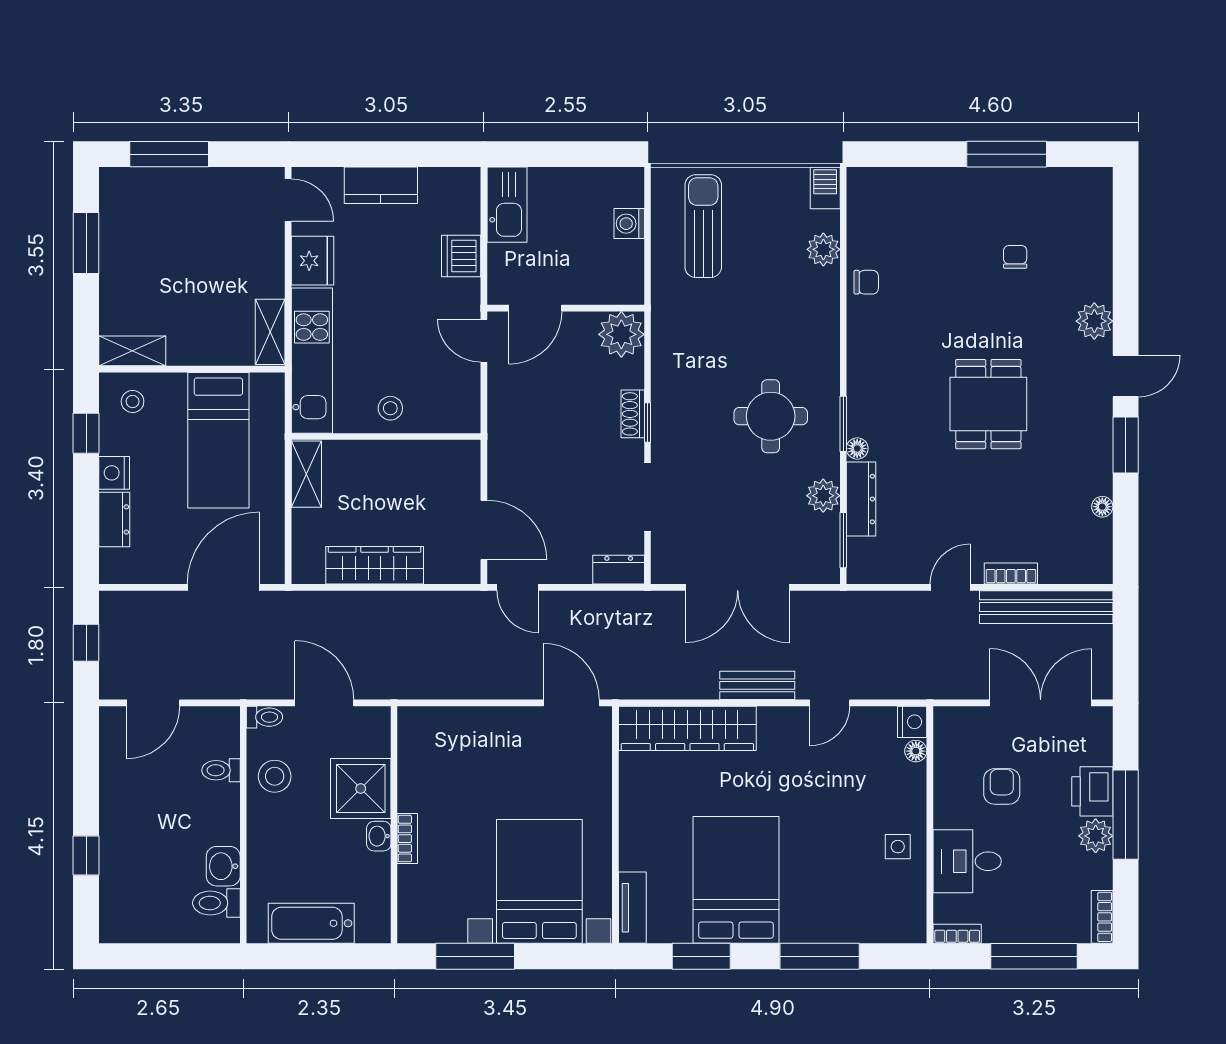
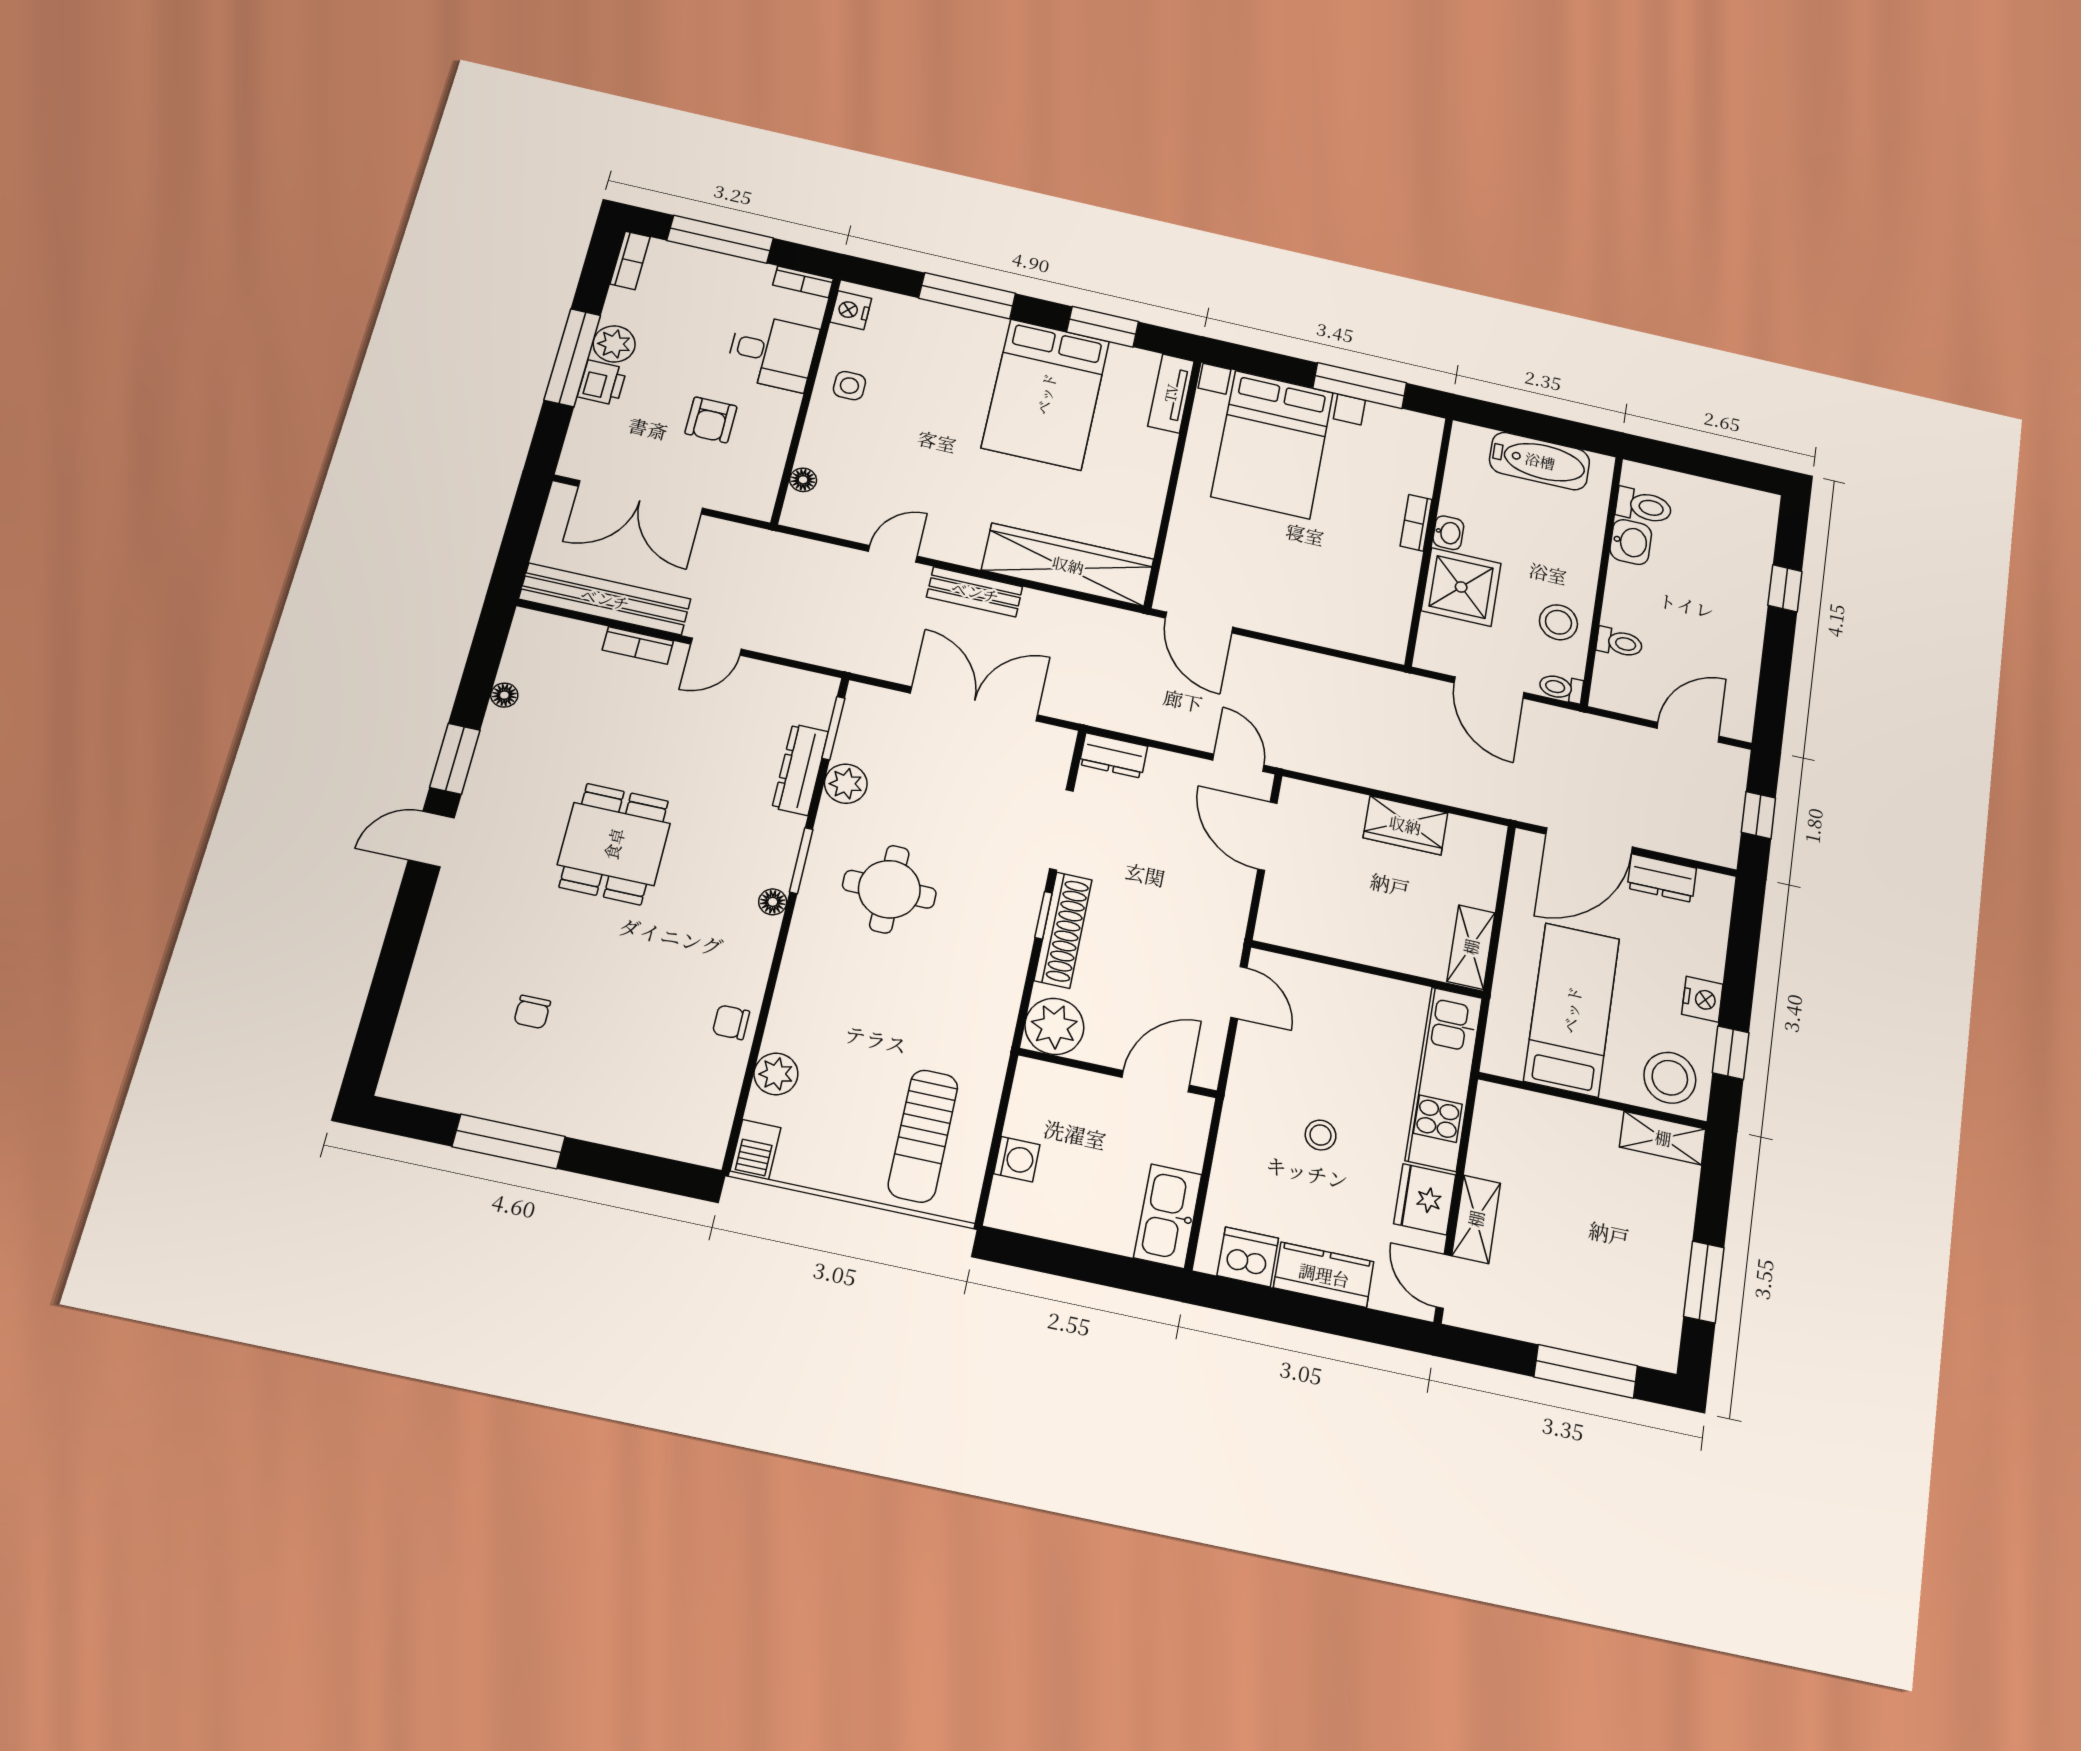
dishwasher: (461, 256) -> (1248, 1257), moved, turned -90
plant: (1094, 321) -> (452, 913), removed
shelving: (270, 332) -> (1476, 1219), moved
door: (484, 341) -> (1239, 993), moved
stool: (133, 402) -> (1670, 1078), width x1.89, depth x1.89
stool: (390, 408) -> (1321, 1135), moved
shoe rack: (633, 414) -> (1063, 930), width x1.94, depth x1.24
floor lamp: (857, 449) -> (773, 902), moved
dresser: (114, 519) -> (1662, 878), moved, turned -90
wardrobe: (375, 565) -> (1405, 825), width x0.67
nightstand: (912, 722) -> (851, 310), moved
printer: (1092, 791) -> (602, 383), width x0.73, depth x0.81

